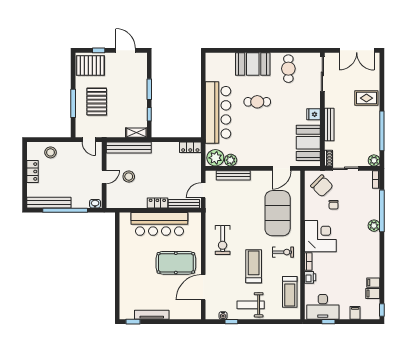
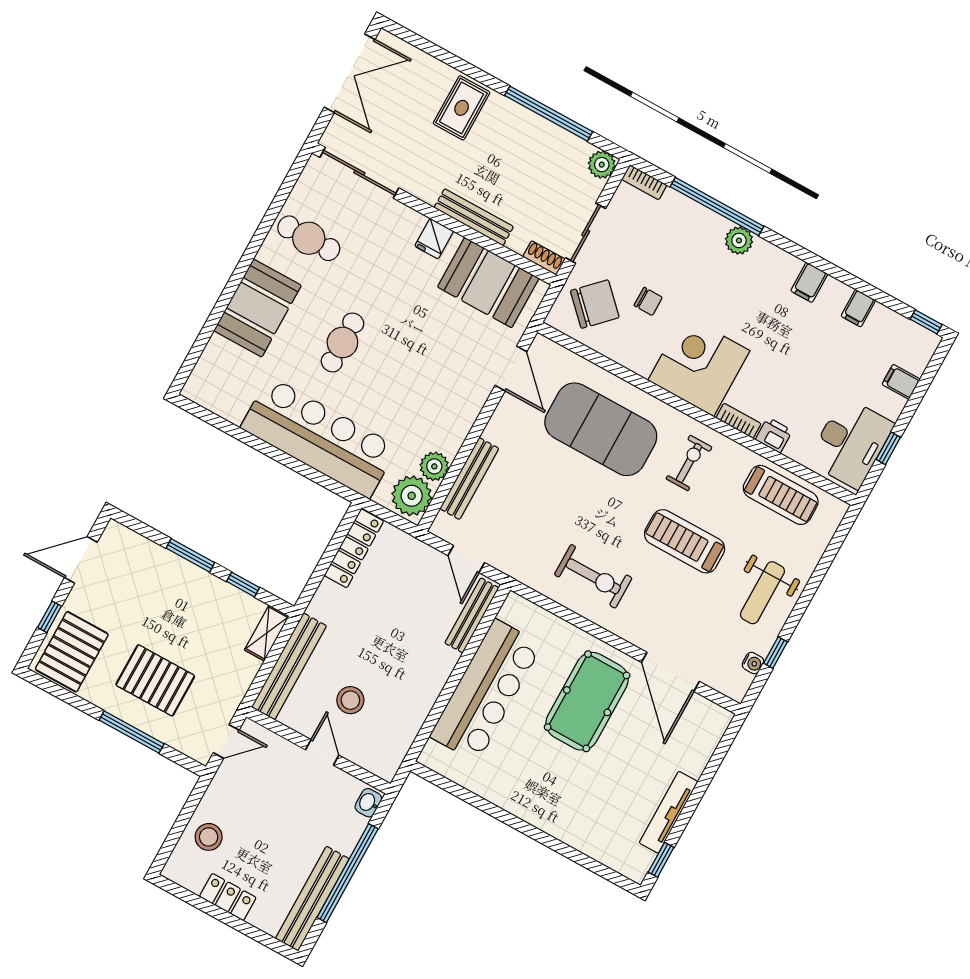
locker: (190, 147) -> (354, 548), width x1.53
locker: (157, 203) -> (439, 670), removed
filing cabinet: (373, 293) -> (809, 282), moved

